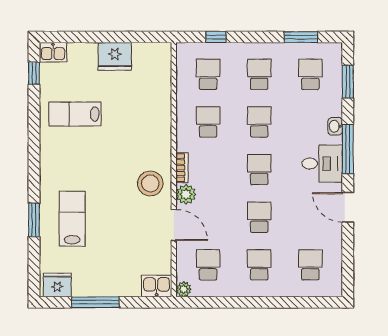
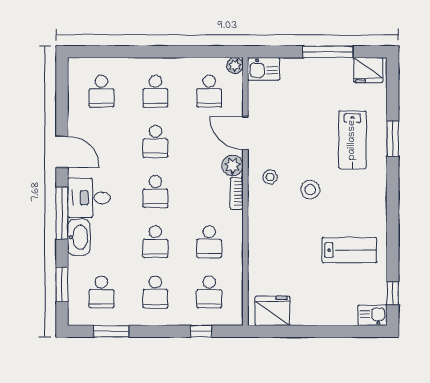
fridge: (115, 56) -> (272, 311), moved
washbasin: (335, 126) -> (79, 237), width x1.91, depth x1.45
stool: (112, 171) -> (310, 190), added
stool: (150, 183) -> (270, 177), width x0.53, depth x0.53

